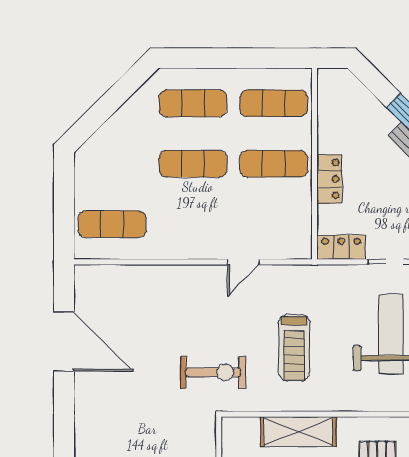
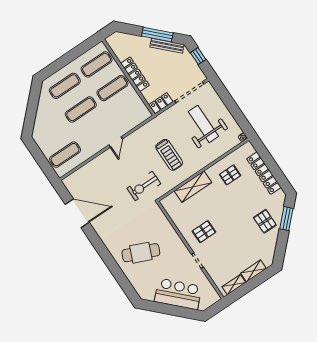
locker: (329, 179) -> (135, 74), width x1.53
door: (243, 262) -> (116, 142), moved
exercise bike: (213, 372) -> (144, 186), turned 180

